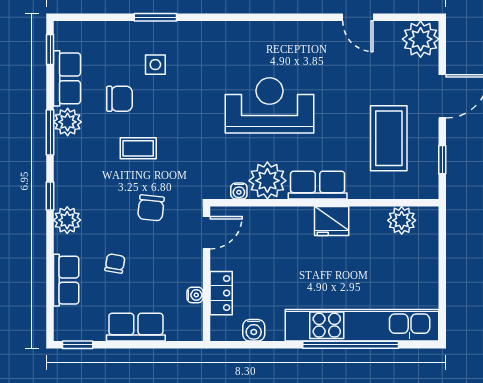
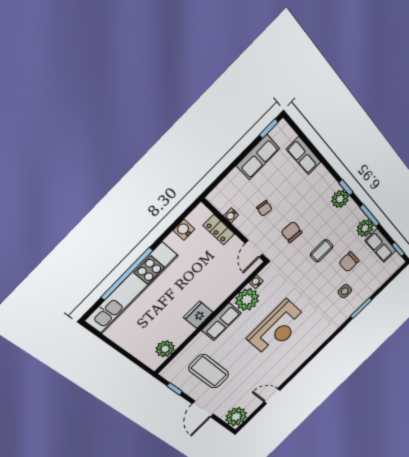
plant: (67, 220) -> (340, 199), moved
chair: (115, 264) -> (264, 208), moved
row of seats: (136, 327) -> (258, 157), moved

